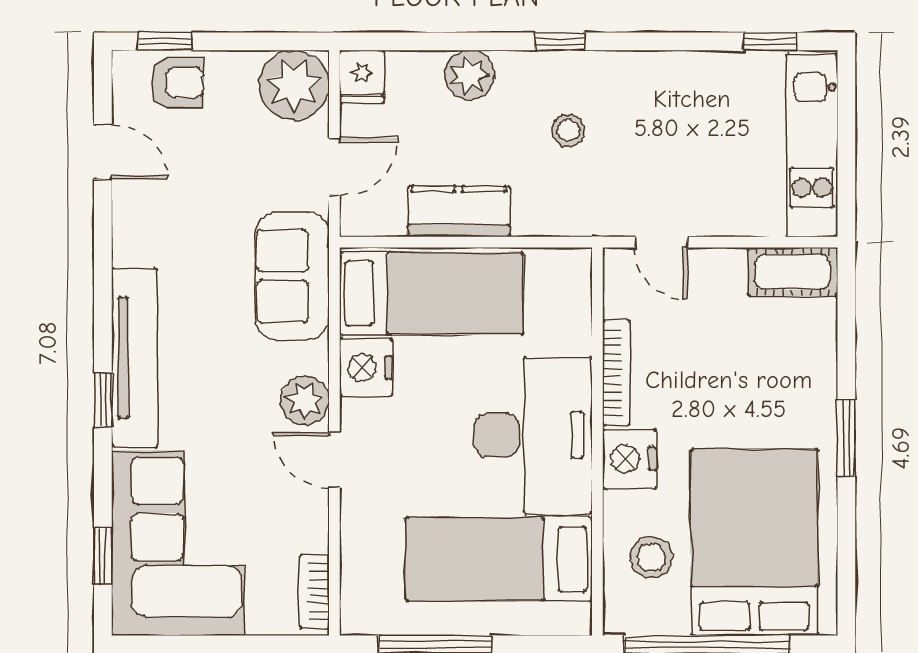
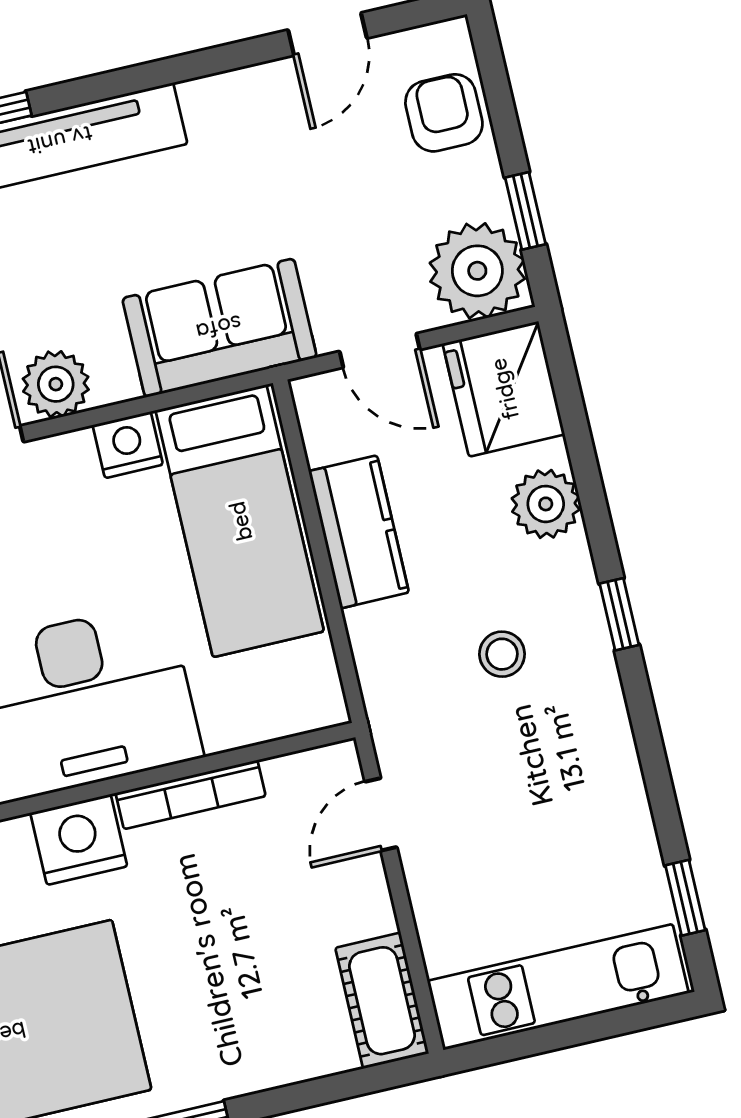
window: (165, 41) -> (525, 211), moved
fridge: (362, 77) -> (504, 389), width x1.88, depth x1.34
armchair: (177, 83) -> (444, 113), turned 180
nightstand: (366, 368) -> (128, 445), width x0.74, depth x0.75

